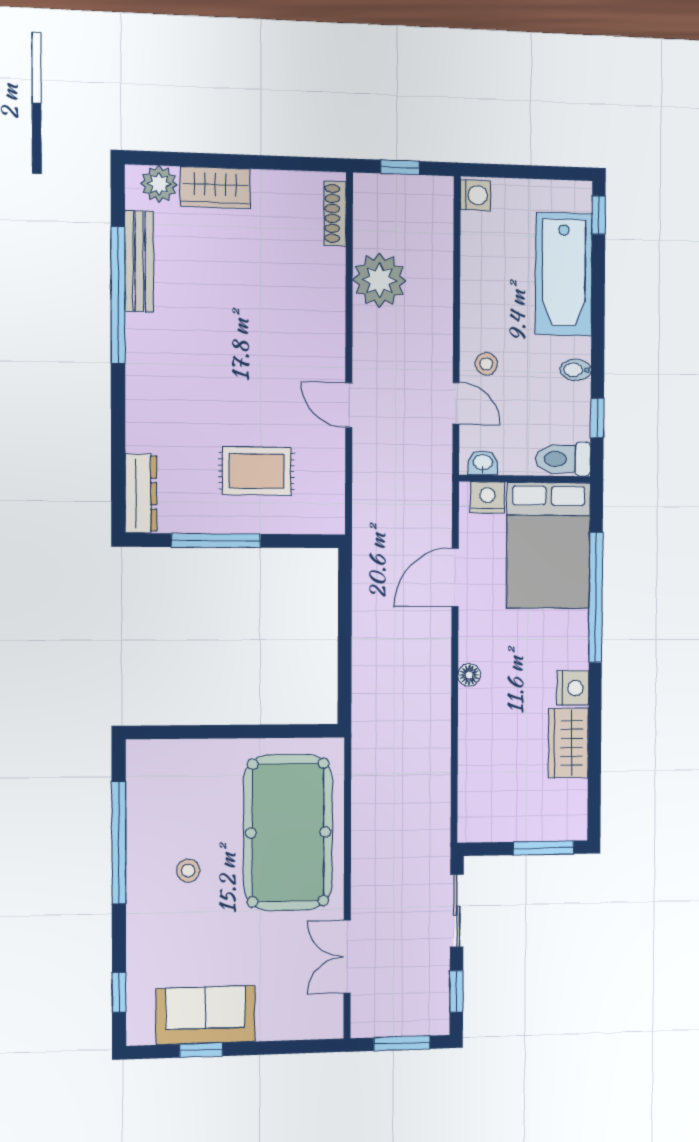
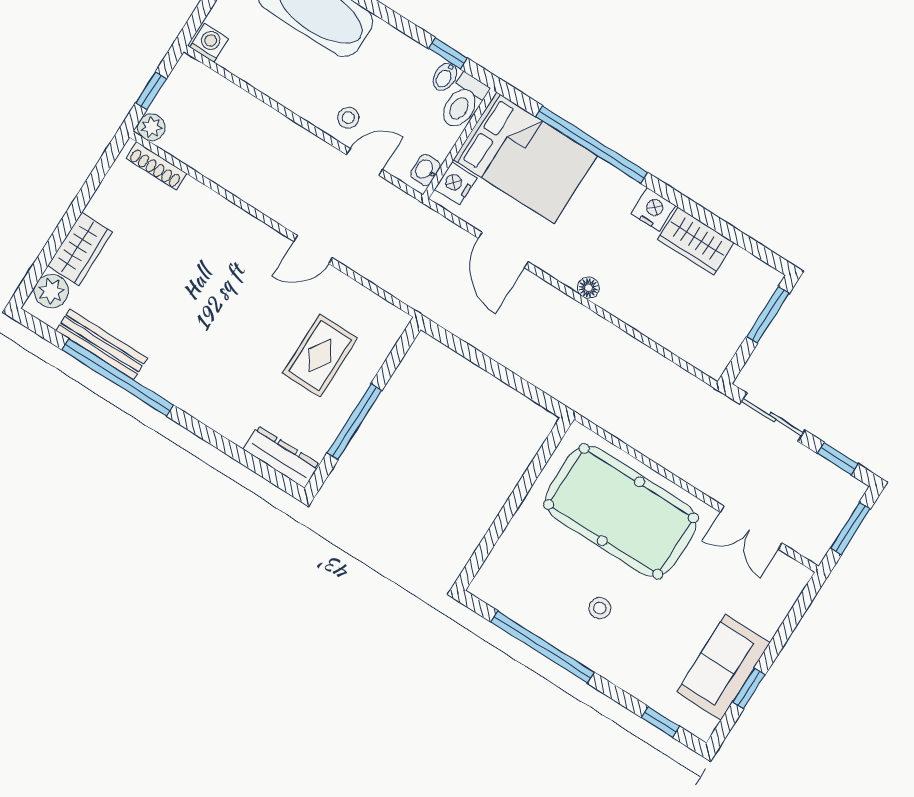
plant: (380, 280) -> (151, 127), moved, width x0.53, depth x0.53
bidet: (576, 370) -> (445, 77), moved

